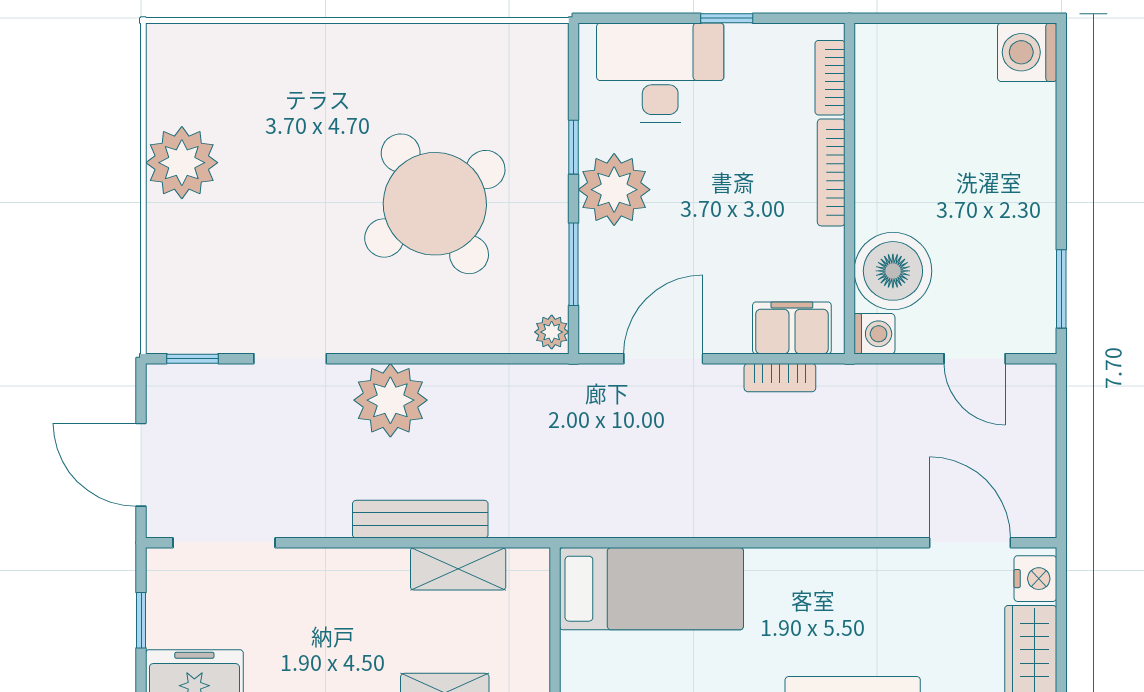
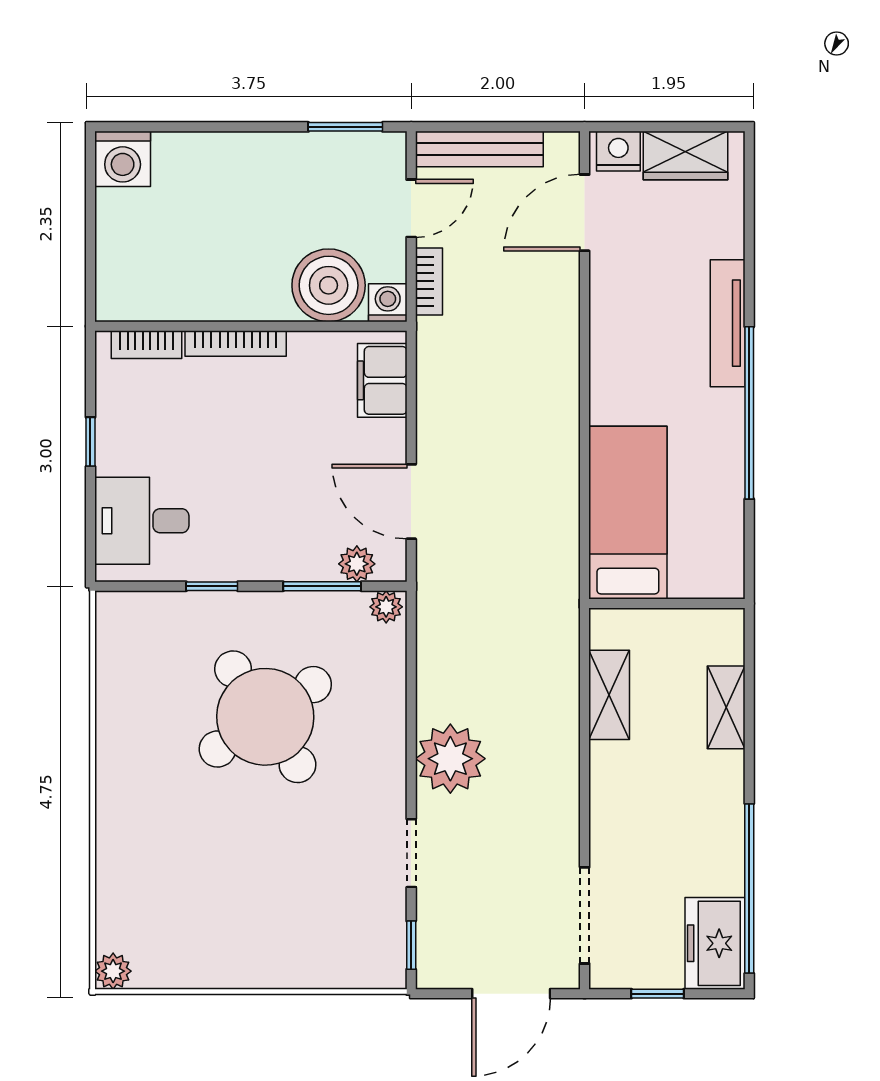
desk: (660, 73) -> (142, 521), width x0.73
plant: (182, 163) -> (113, 971), moved, width x0.53, depth x0.53
plant: (614, 190) -> (357, 564), moved, width x0.53, depth x0.53
bookcase: (780, 378) -> (429, 281), moved
bench: (420, 519) -> (479, 149), moved, turned 90

